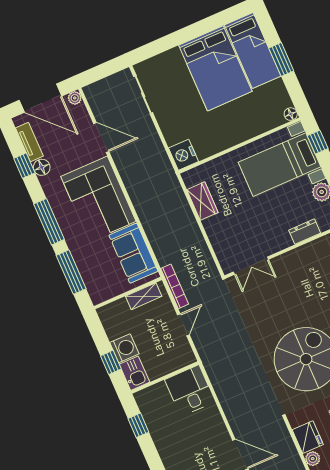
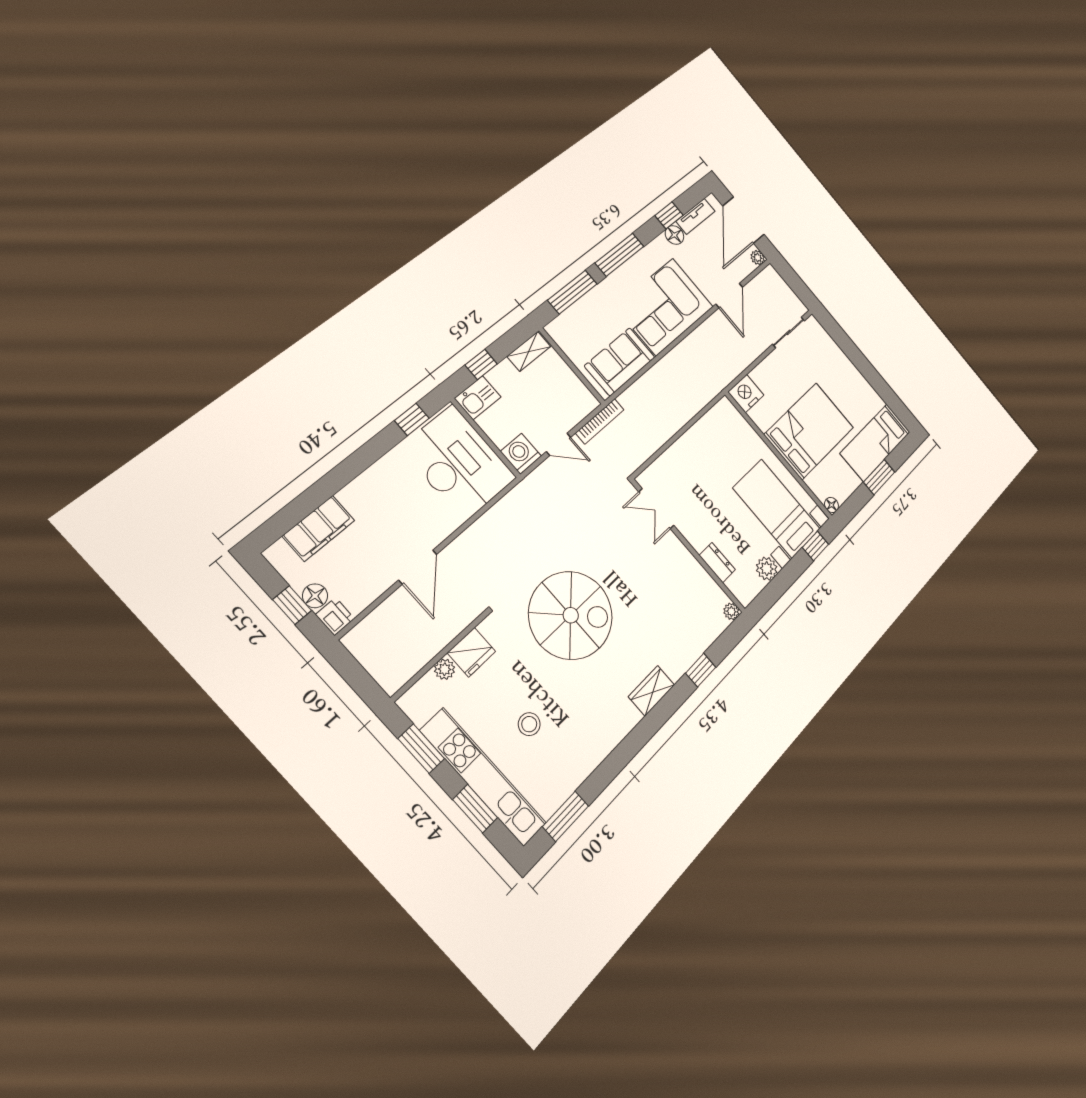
bed: (215, 68) -> (809, 431), moved, turned 180
wardrobe: (202, 201) -> (706, 429), removed
shelving: (144, 296) -> (529, 351), moved, turned 90
washing machine: (124, 348) -> (521, 454), moved, turned 180
desk: (190, 391) -> (458, 463), width x1.87, depth x1.30

